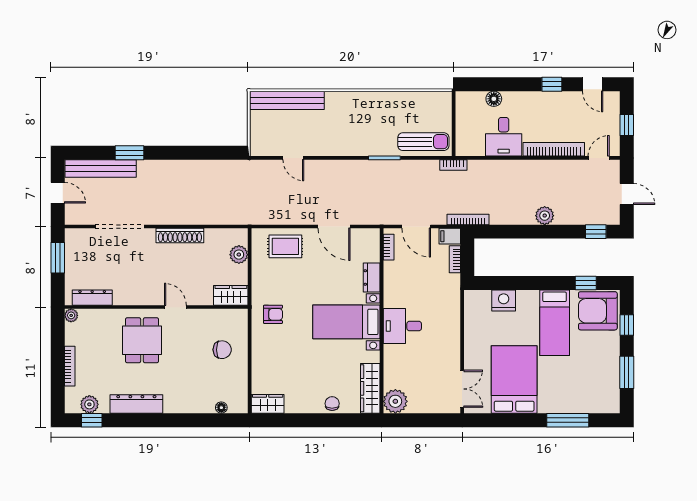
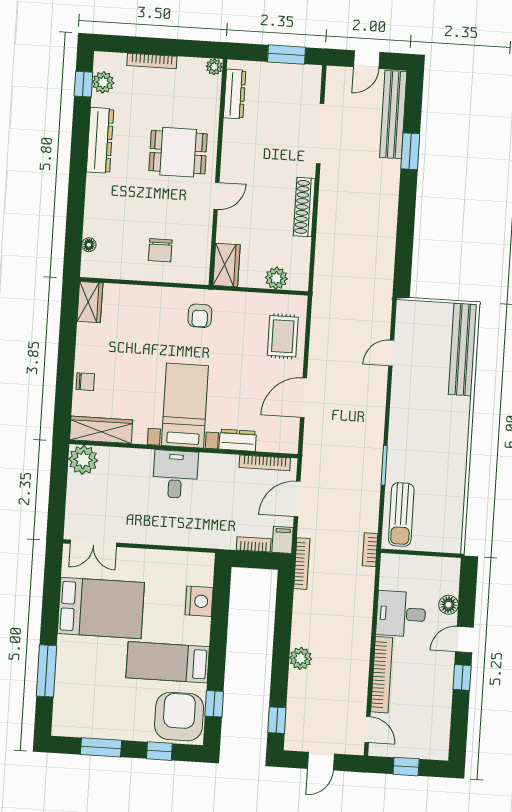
door: (593, 84) -> (464, 640), moved
bookcase: (389, 247) -> (265, 463), width x1.56

